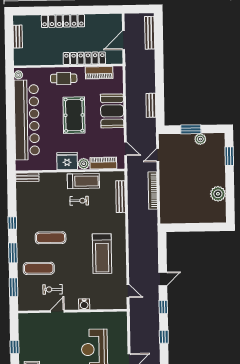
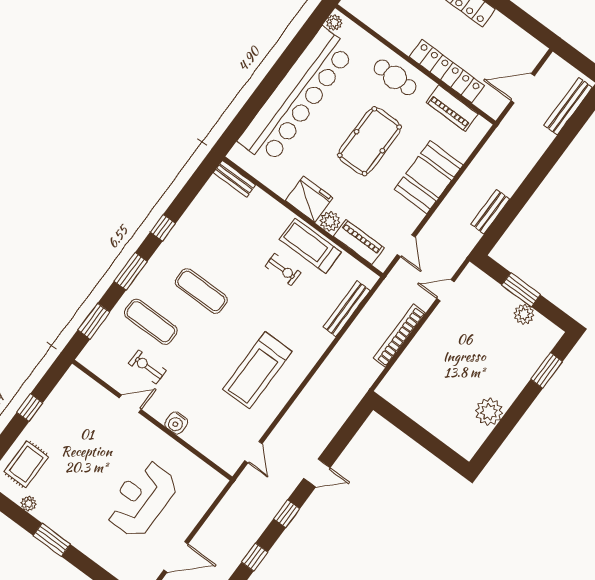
treadmill: (83, 181) -> (310, 246), turned 180

